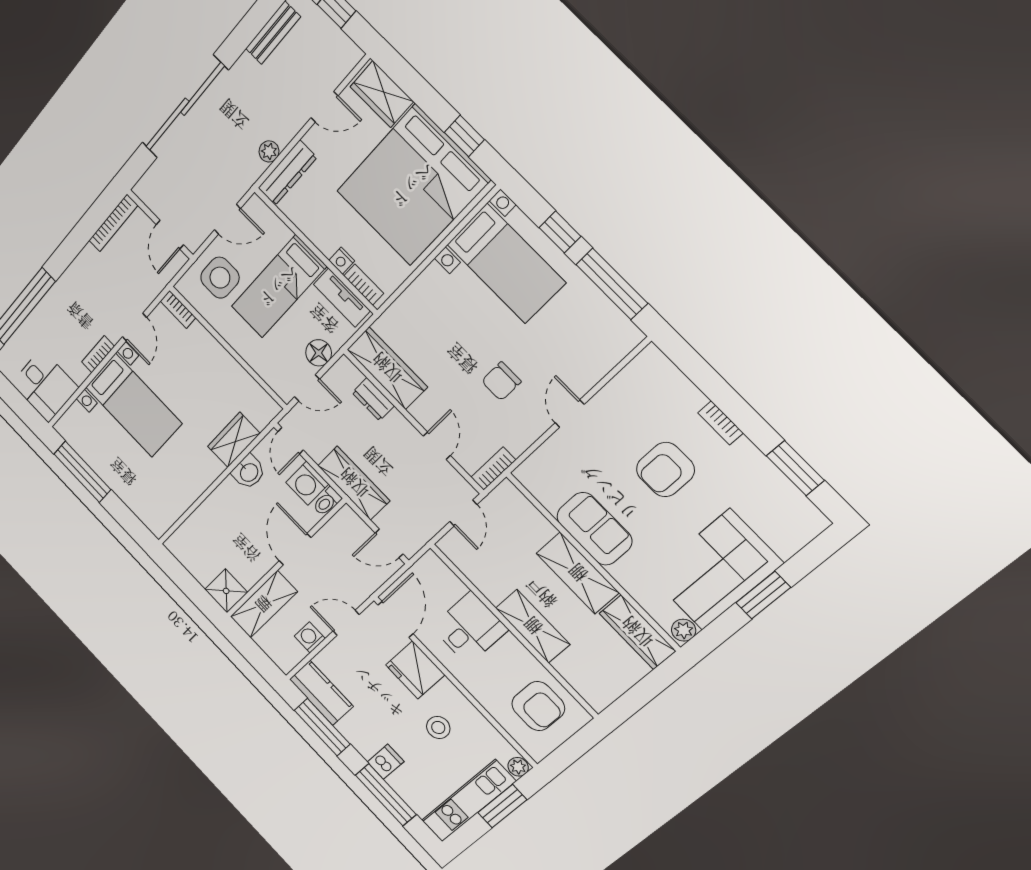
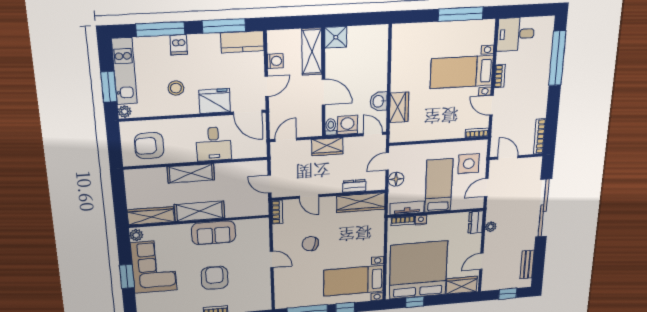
dresser: (287, 173) -> (476, 222), width x0.70
chair: (501, 381) -> (310, 244), turned -75
wardrobe: (354, 483) -> (327, 147), width x0.67

